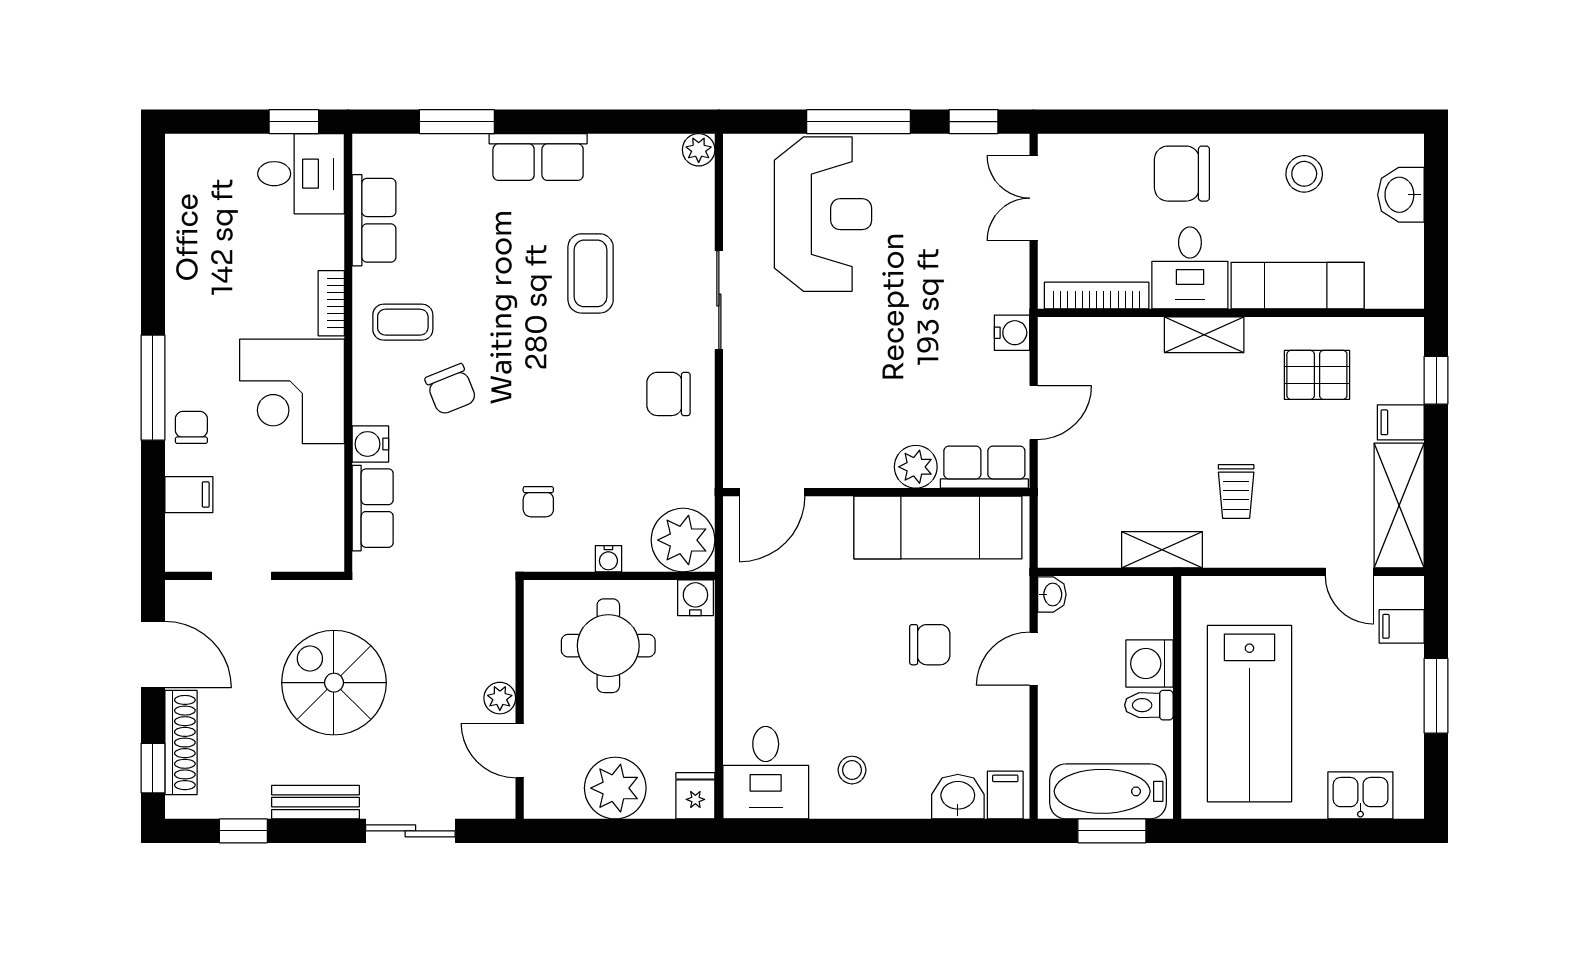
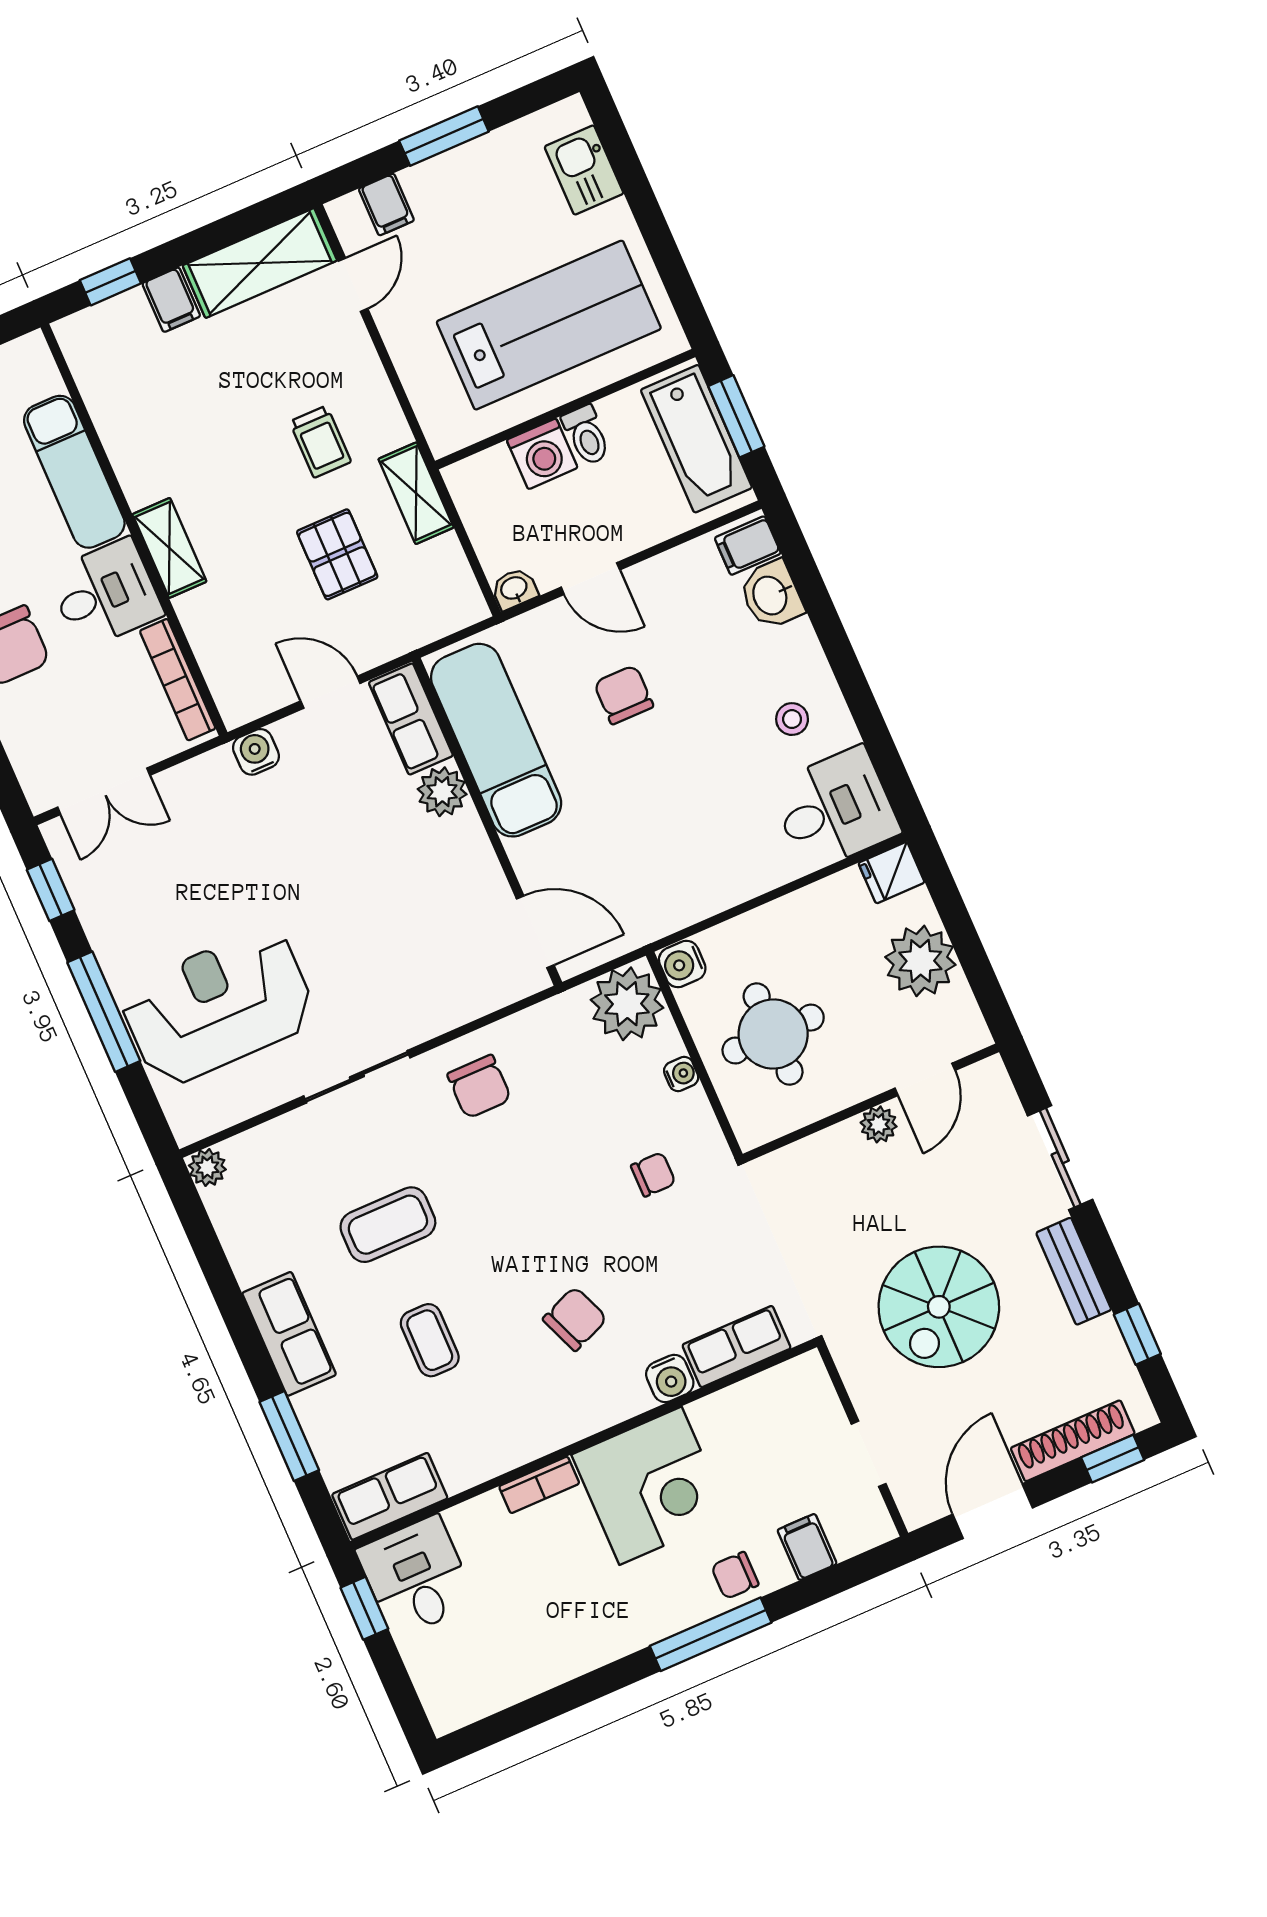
row of seats: (374, 220) -> (390, 1496), moved
coffee table: (403, 322) -> (430, 1340), moved
pallet: (1317, 375) -> (337, 554), moved
trolley: (1236, 492) -> (320, 442), turned 90

